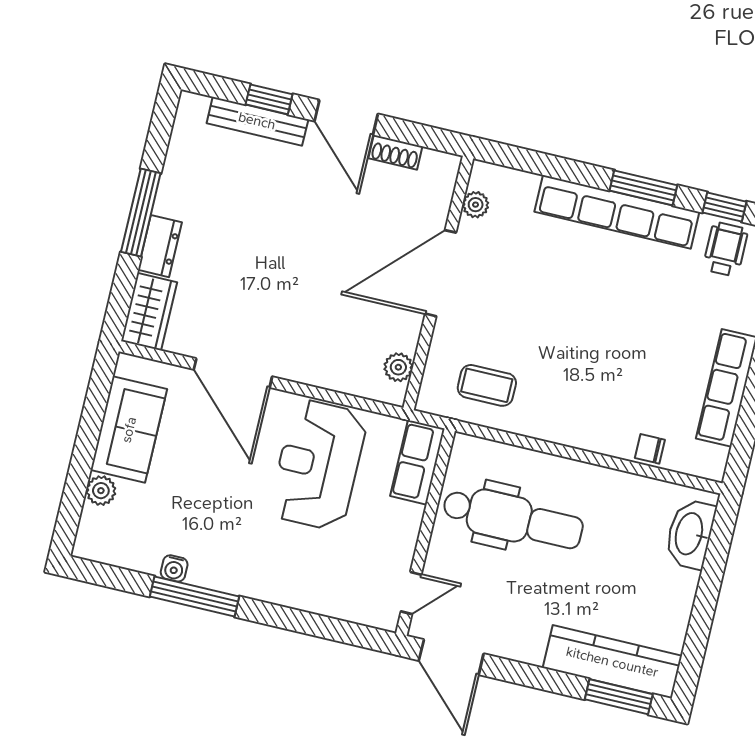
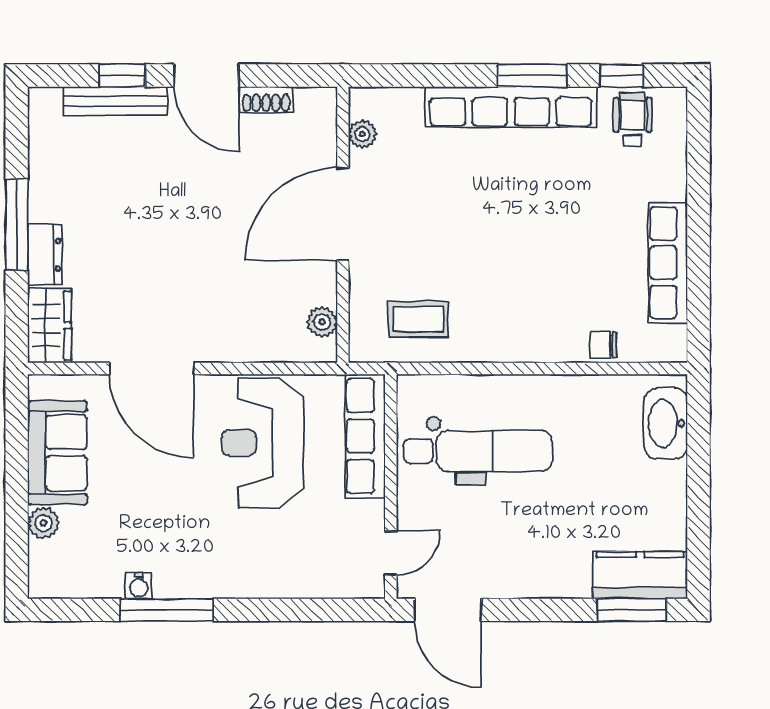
row of seats: (417, 462) -> (365, 436), width x1.48
kitchen counter: (612, 662) -> (640, 575), width x0.67

